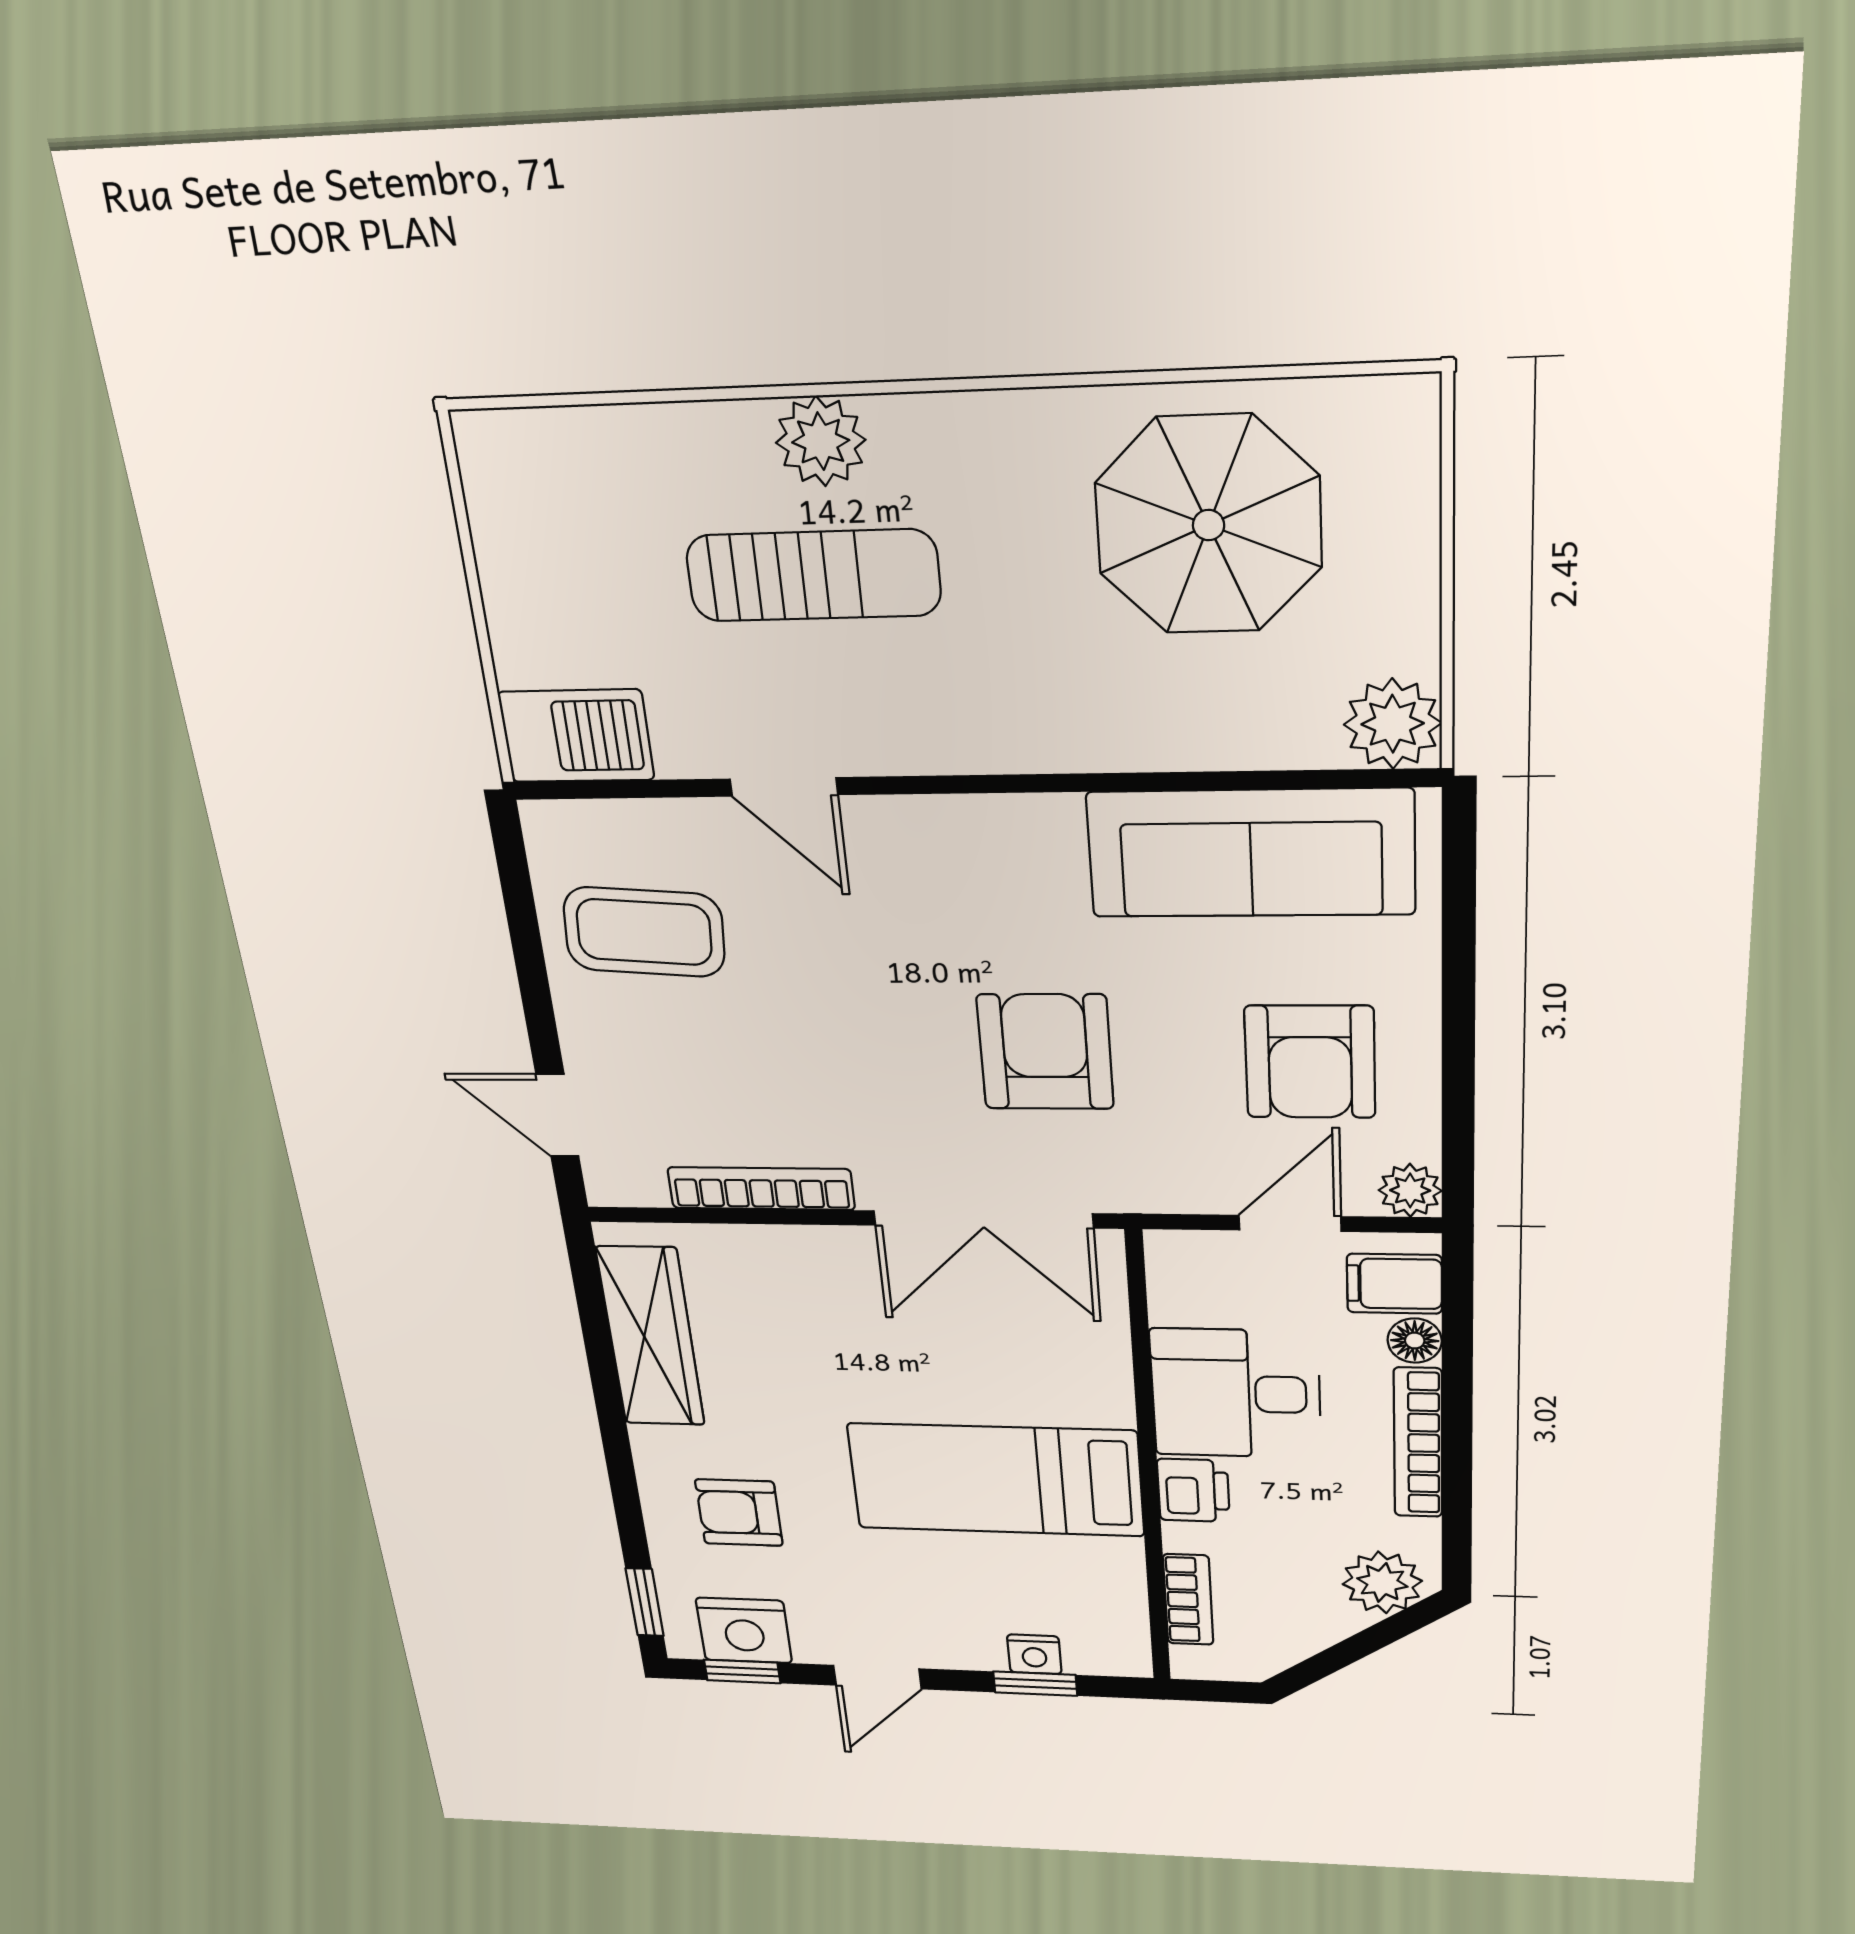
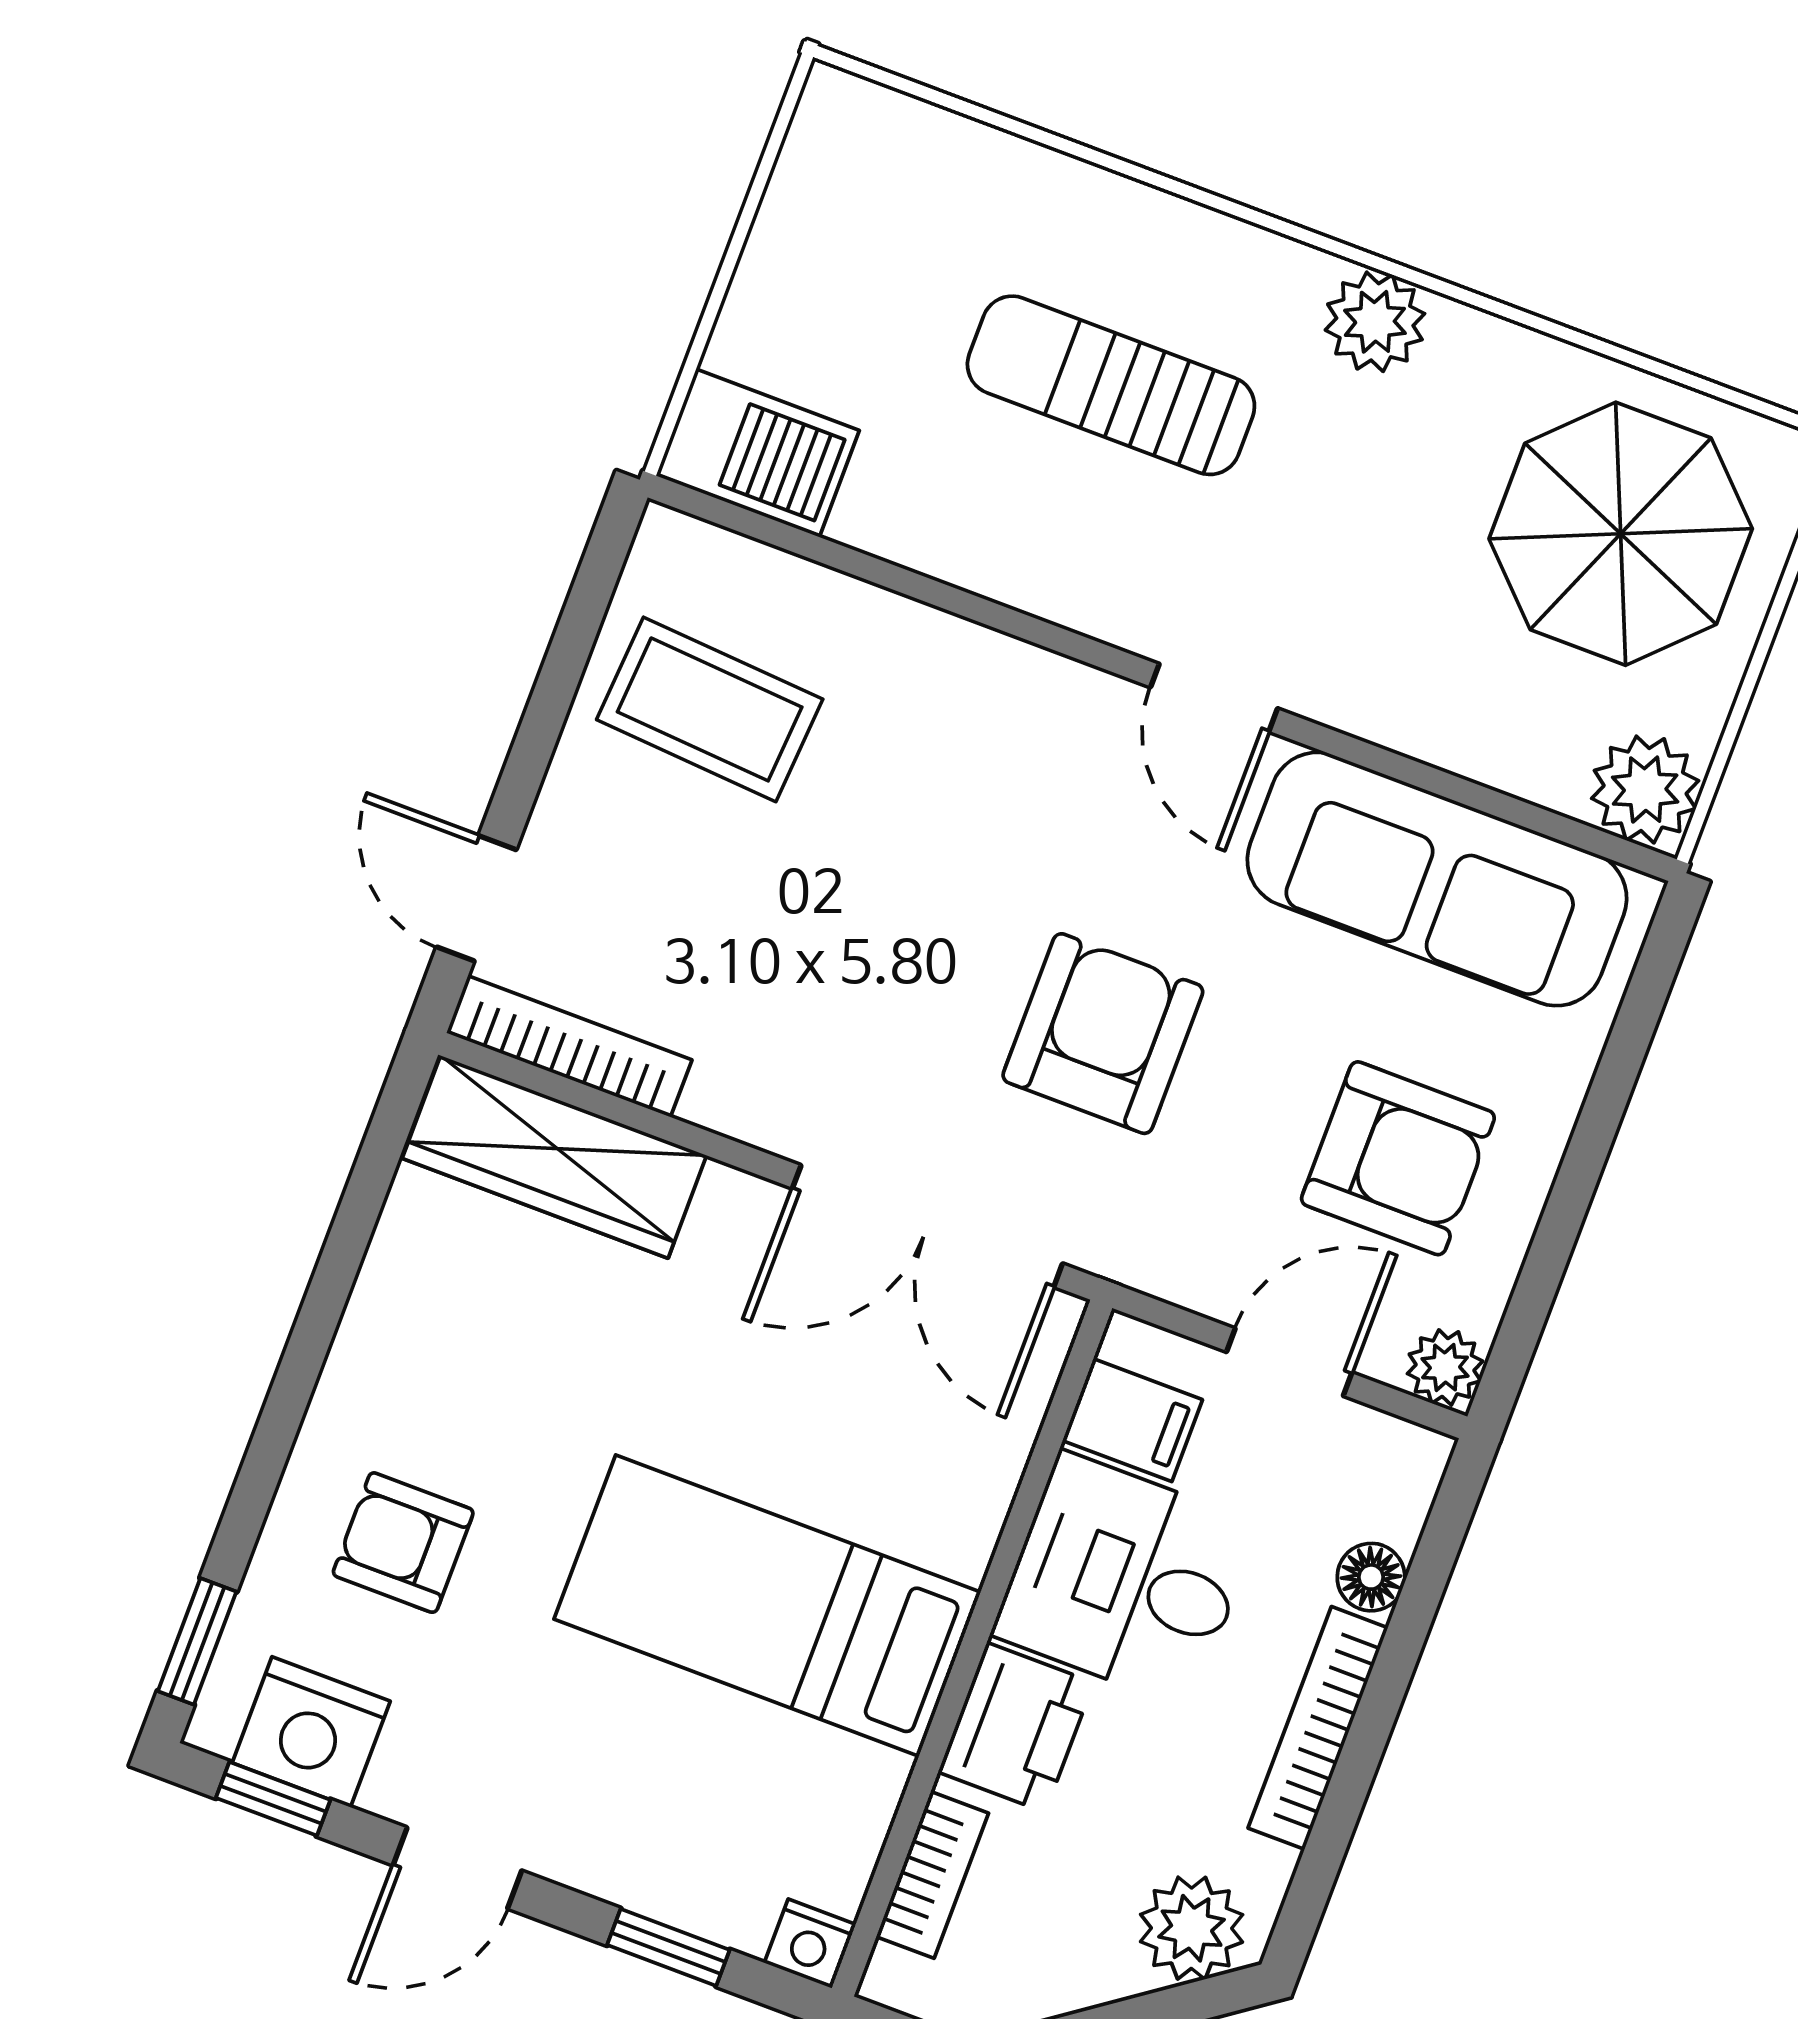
plant: (821, 441) -> (1375, 322), moved
parasol: (1209, 525) -> (1621, 534), moved
sun lounger: (813, 575) -> (1111, 385), turned 180
door: (784, 787) -> (1214, 698), moved
armchair: (1310, 1062) -> (1398, 1158), turned -90
bookcase: (761, 1189) -> (569, 1046), moved
filing cabinet: (1394, 1284) -> (1133, 1420), moved, turned 180
wardrobe: (651, 1337) -> (554, 1157), moved, turned 90
printer: (1193, 1490) -> (1016, 1727), width x1.36, depth x1.24
nightstand: (1034, 1654) -> (810, 1944), moved

